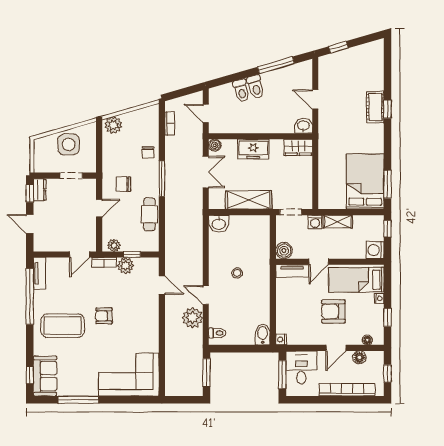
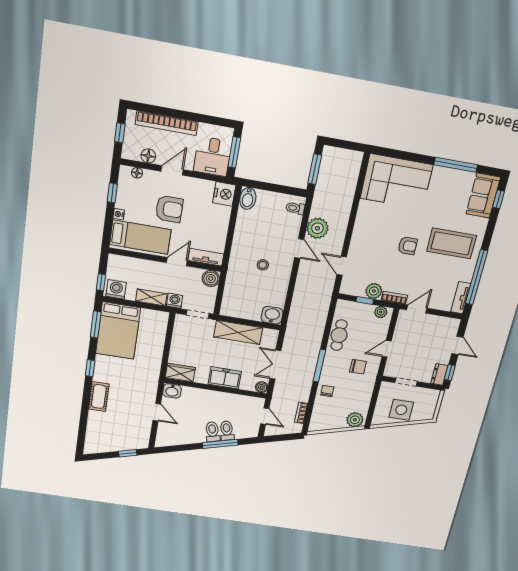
window: (276, 65) -> (220, 444), moved
window: (387, 109) -> (90, 368), moved
washing machine: (375, 250) -> (116, 289), moved, turned -90
nightstand: (281, 340) -> (224, 194), width x1.89, depth x1.79

